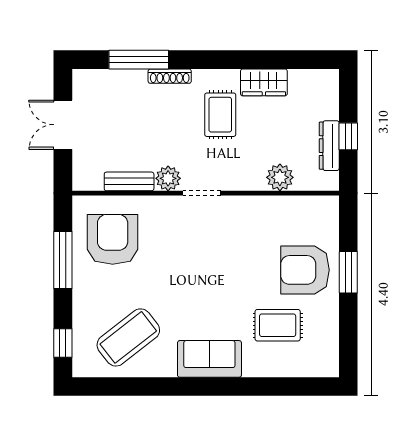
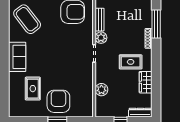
dresser: (329, 146) -> (140, 113), moved

